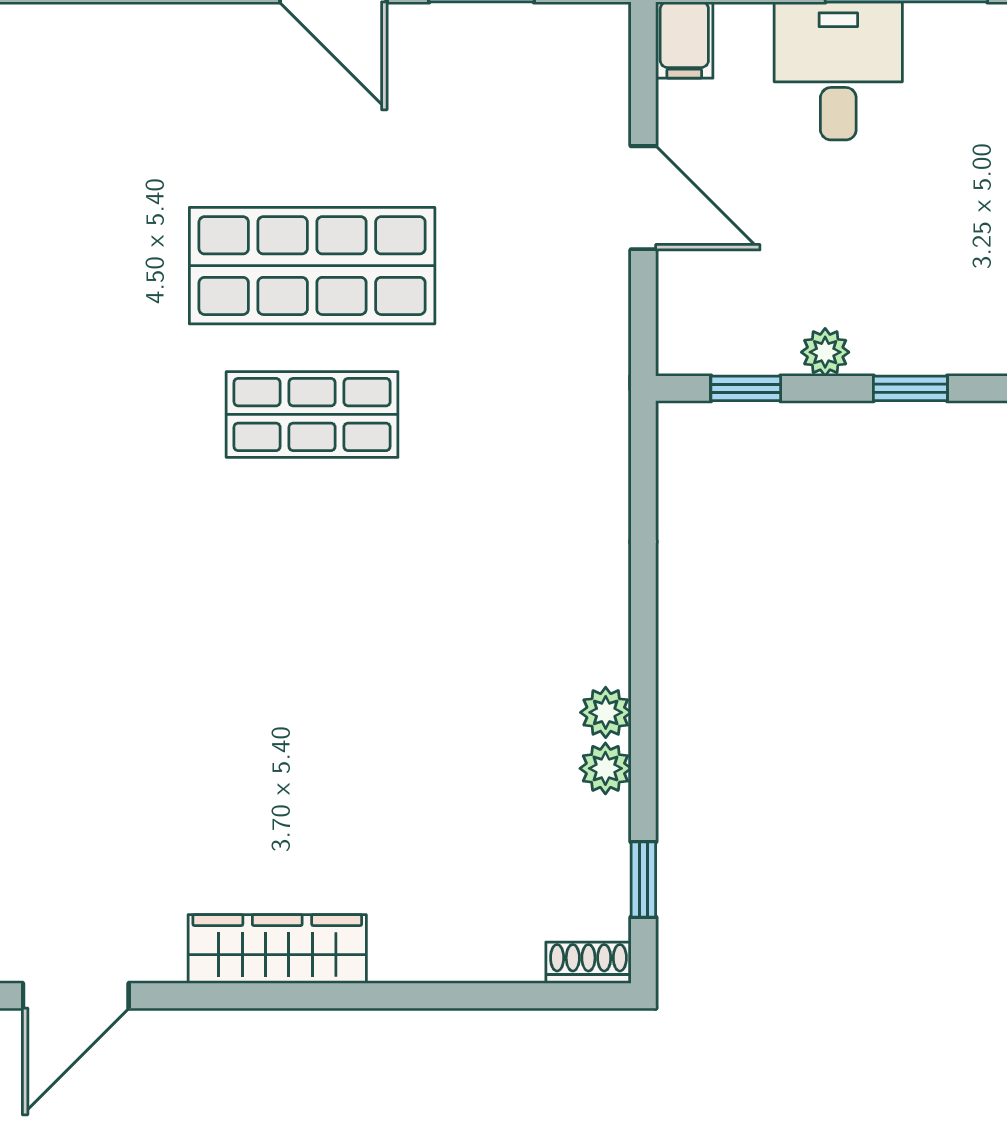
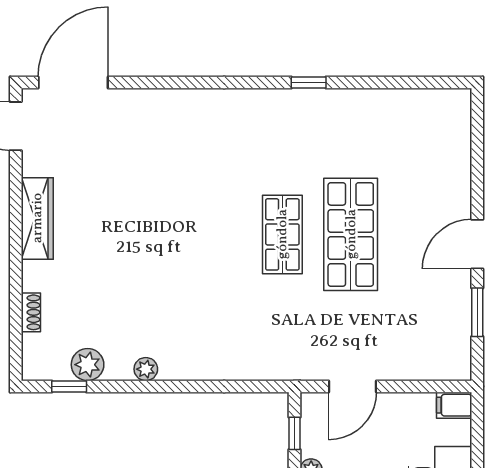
door: (643, 198) -> (353, 386), moved
plant: (605, 768) -> (88, 365), moved, width x1.38, depth x1.38
shoe rack: (588, 963) -> (31, 312), moved

